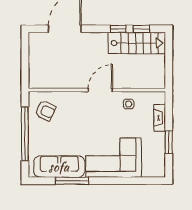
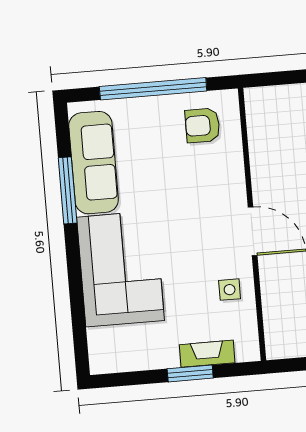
armchair: (45, 111) -> (202, 125), turned 65
window: (169, 142) -> (190, 373), moved

